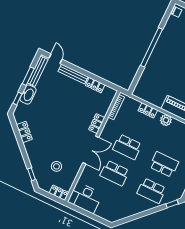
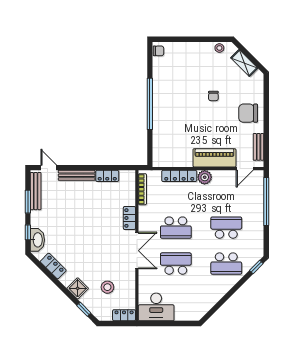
washbasin: (28, 95) -> (37, 240), moved
locker: (148, 110) -> (179, 176), width x1.53
shower: (34, 157) -> (78, 288), added
school desk: (115, 173) -> (176, 264), turned 180

